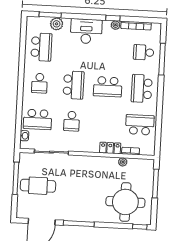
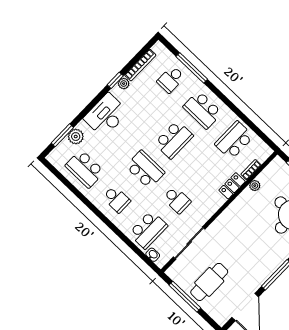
school desk: (41, 47) -> (85, 169), turned 180

